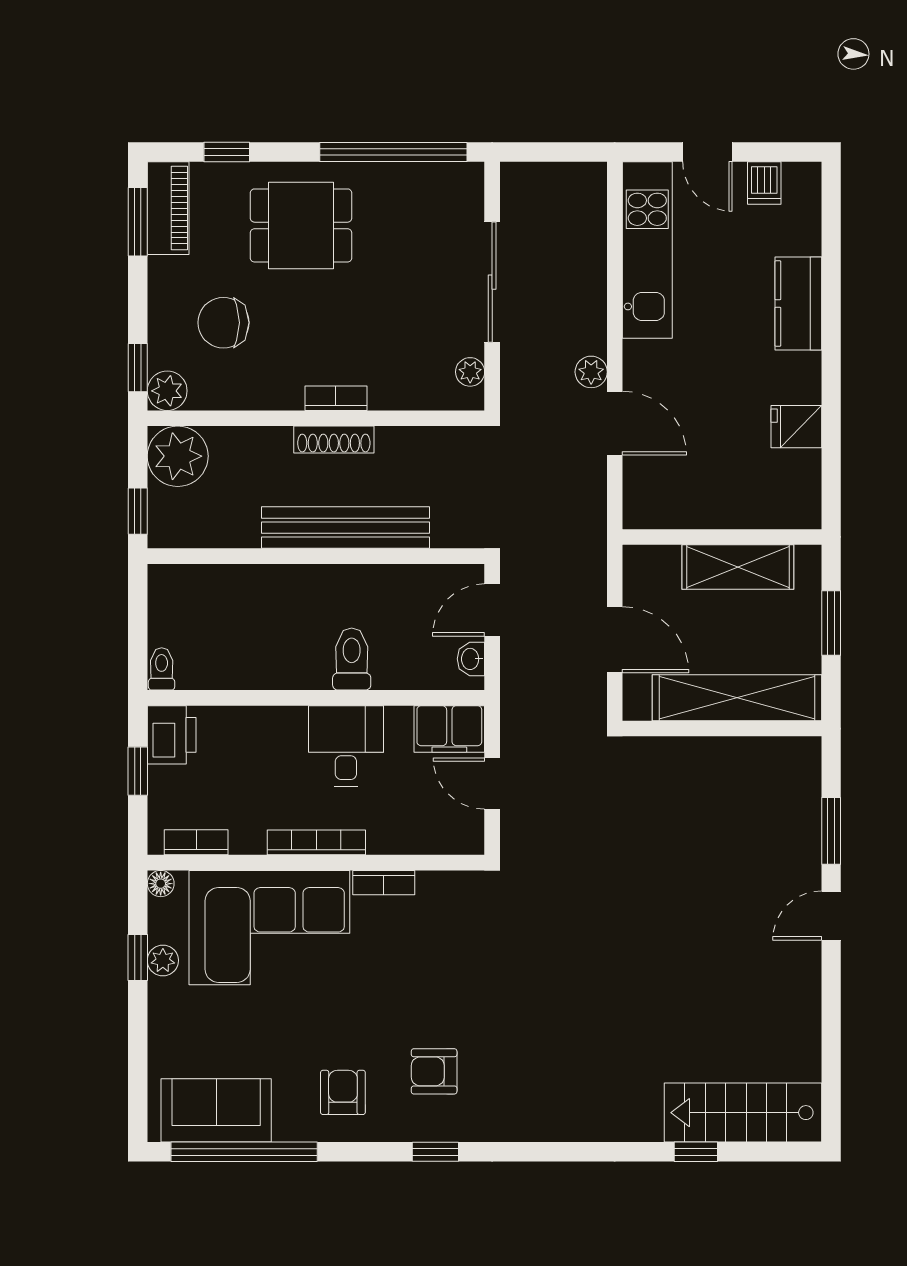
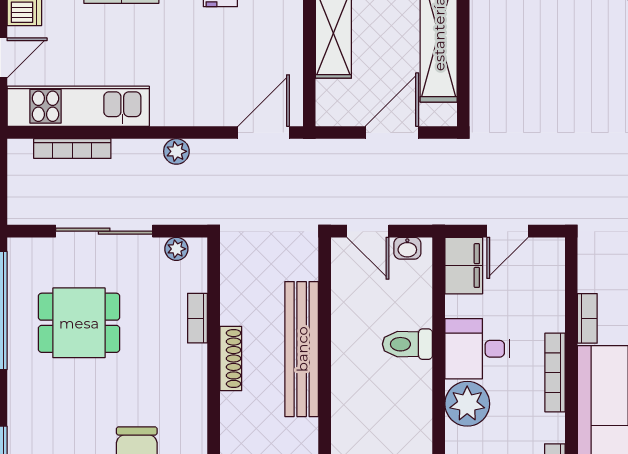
dining table: (301, 225) -> (79, 323), moved, turned 90
bookcase: (595, 243) -> (72, 149), added
bookcase: (336, 398) -> (198, 318), moved
door: (615, 423) -> (264, 132), moved
plant: (278, 733) -> (467, 404), added

